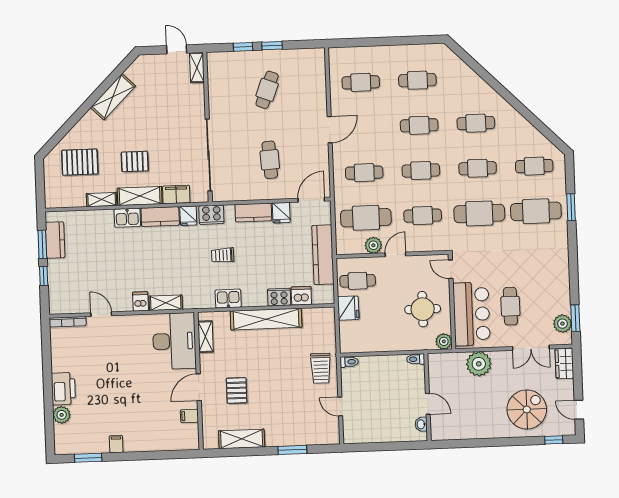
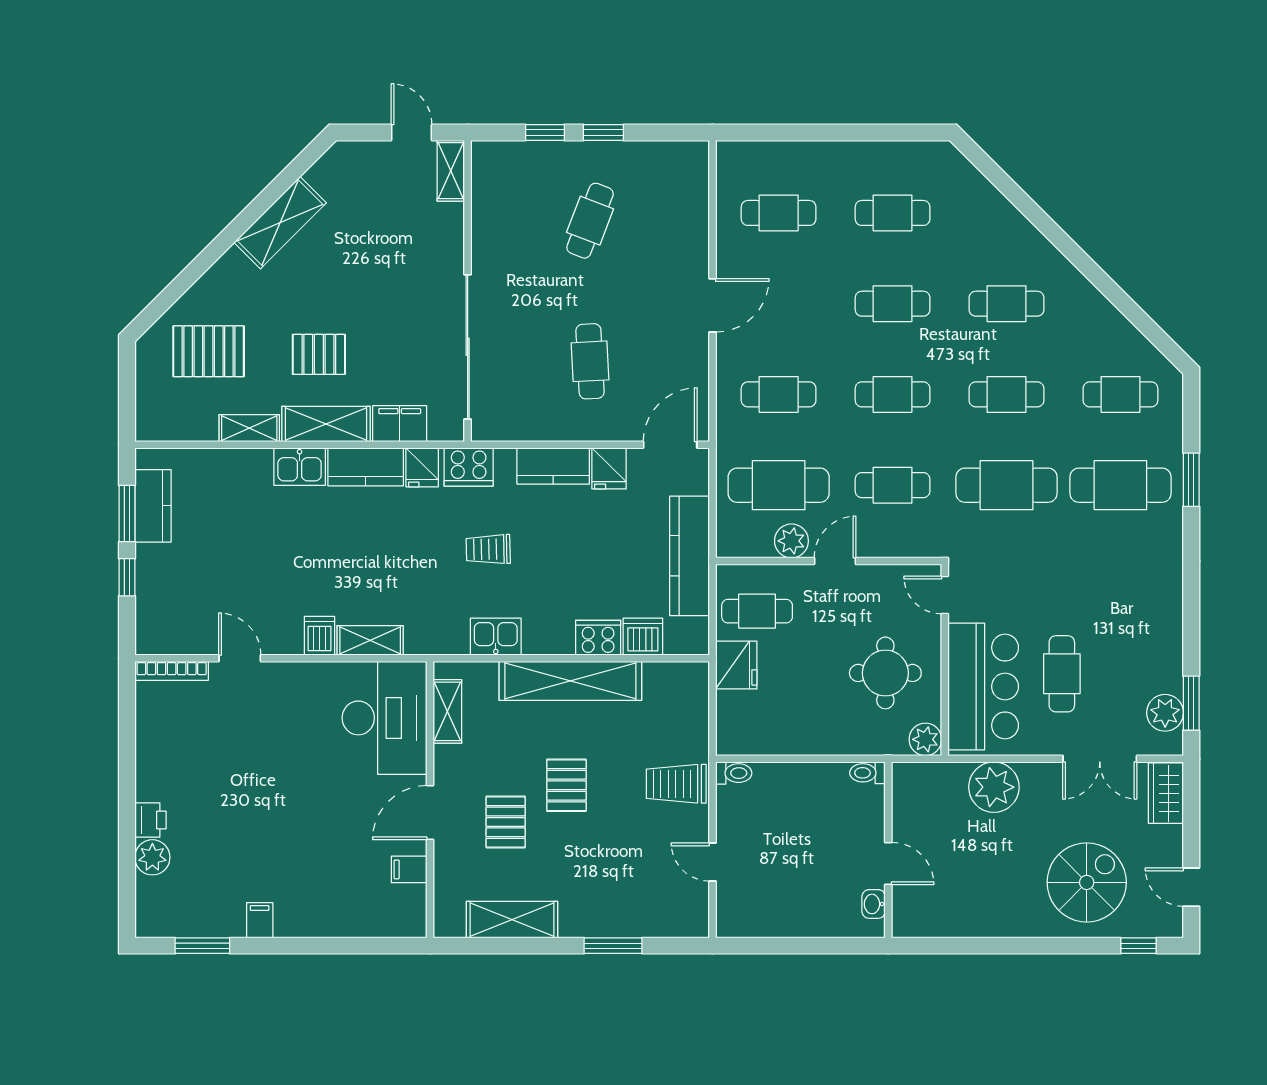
trolley: (321, 368) -> (676, 784), turned 90
pallet: (266, 371) -> (566, 785), added
printer: (63, 389) -> (150, 820), width x0.53, depth x0.68

